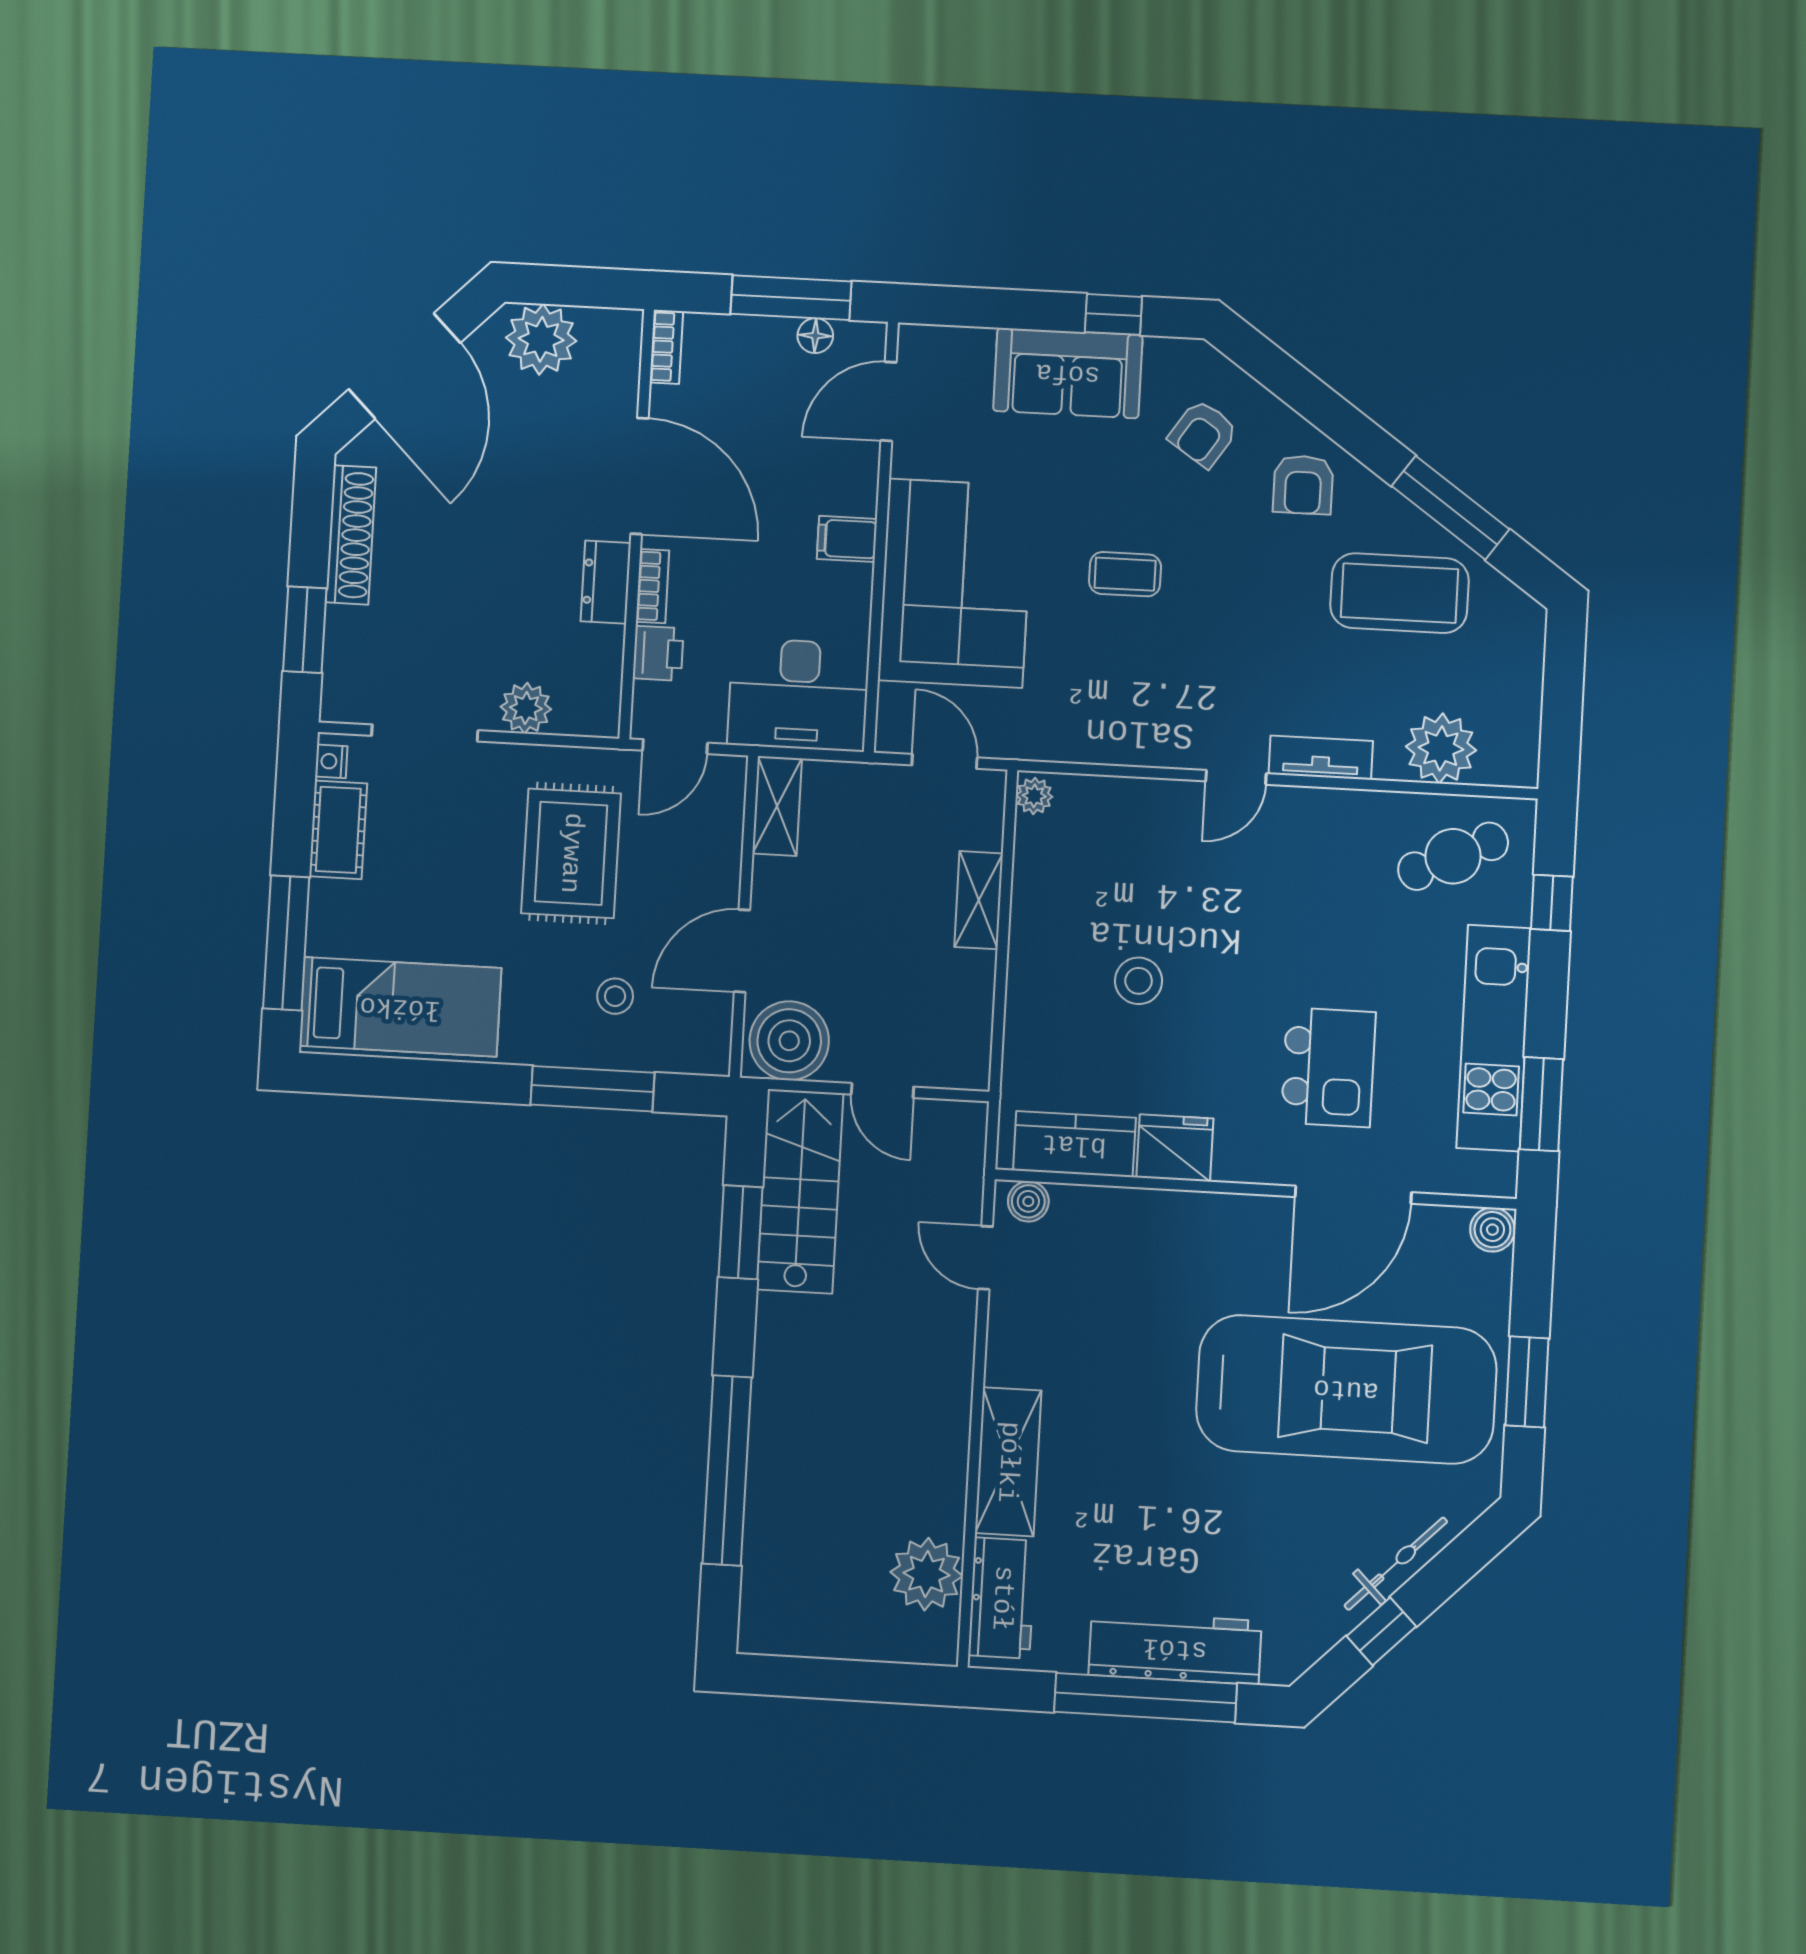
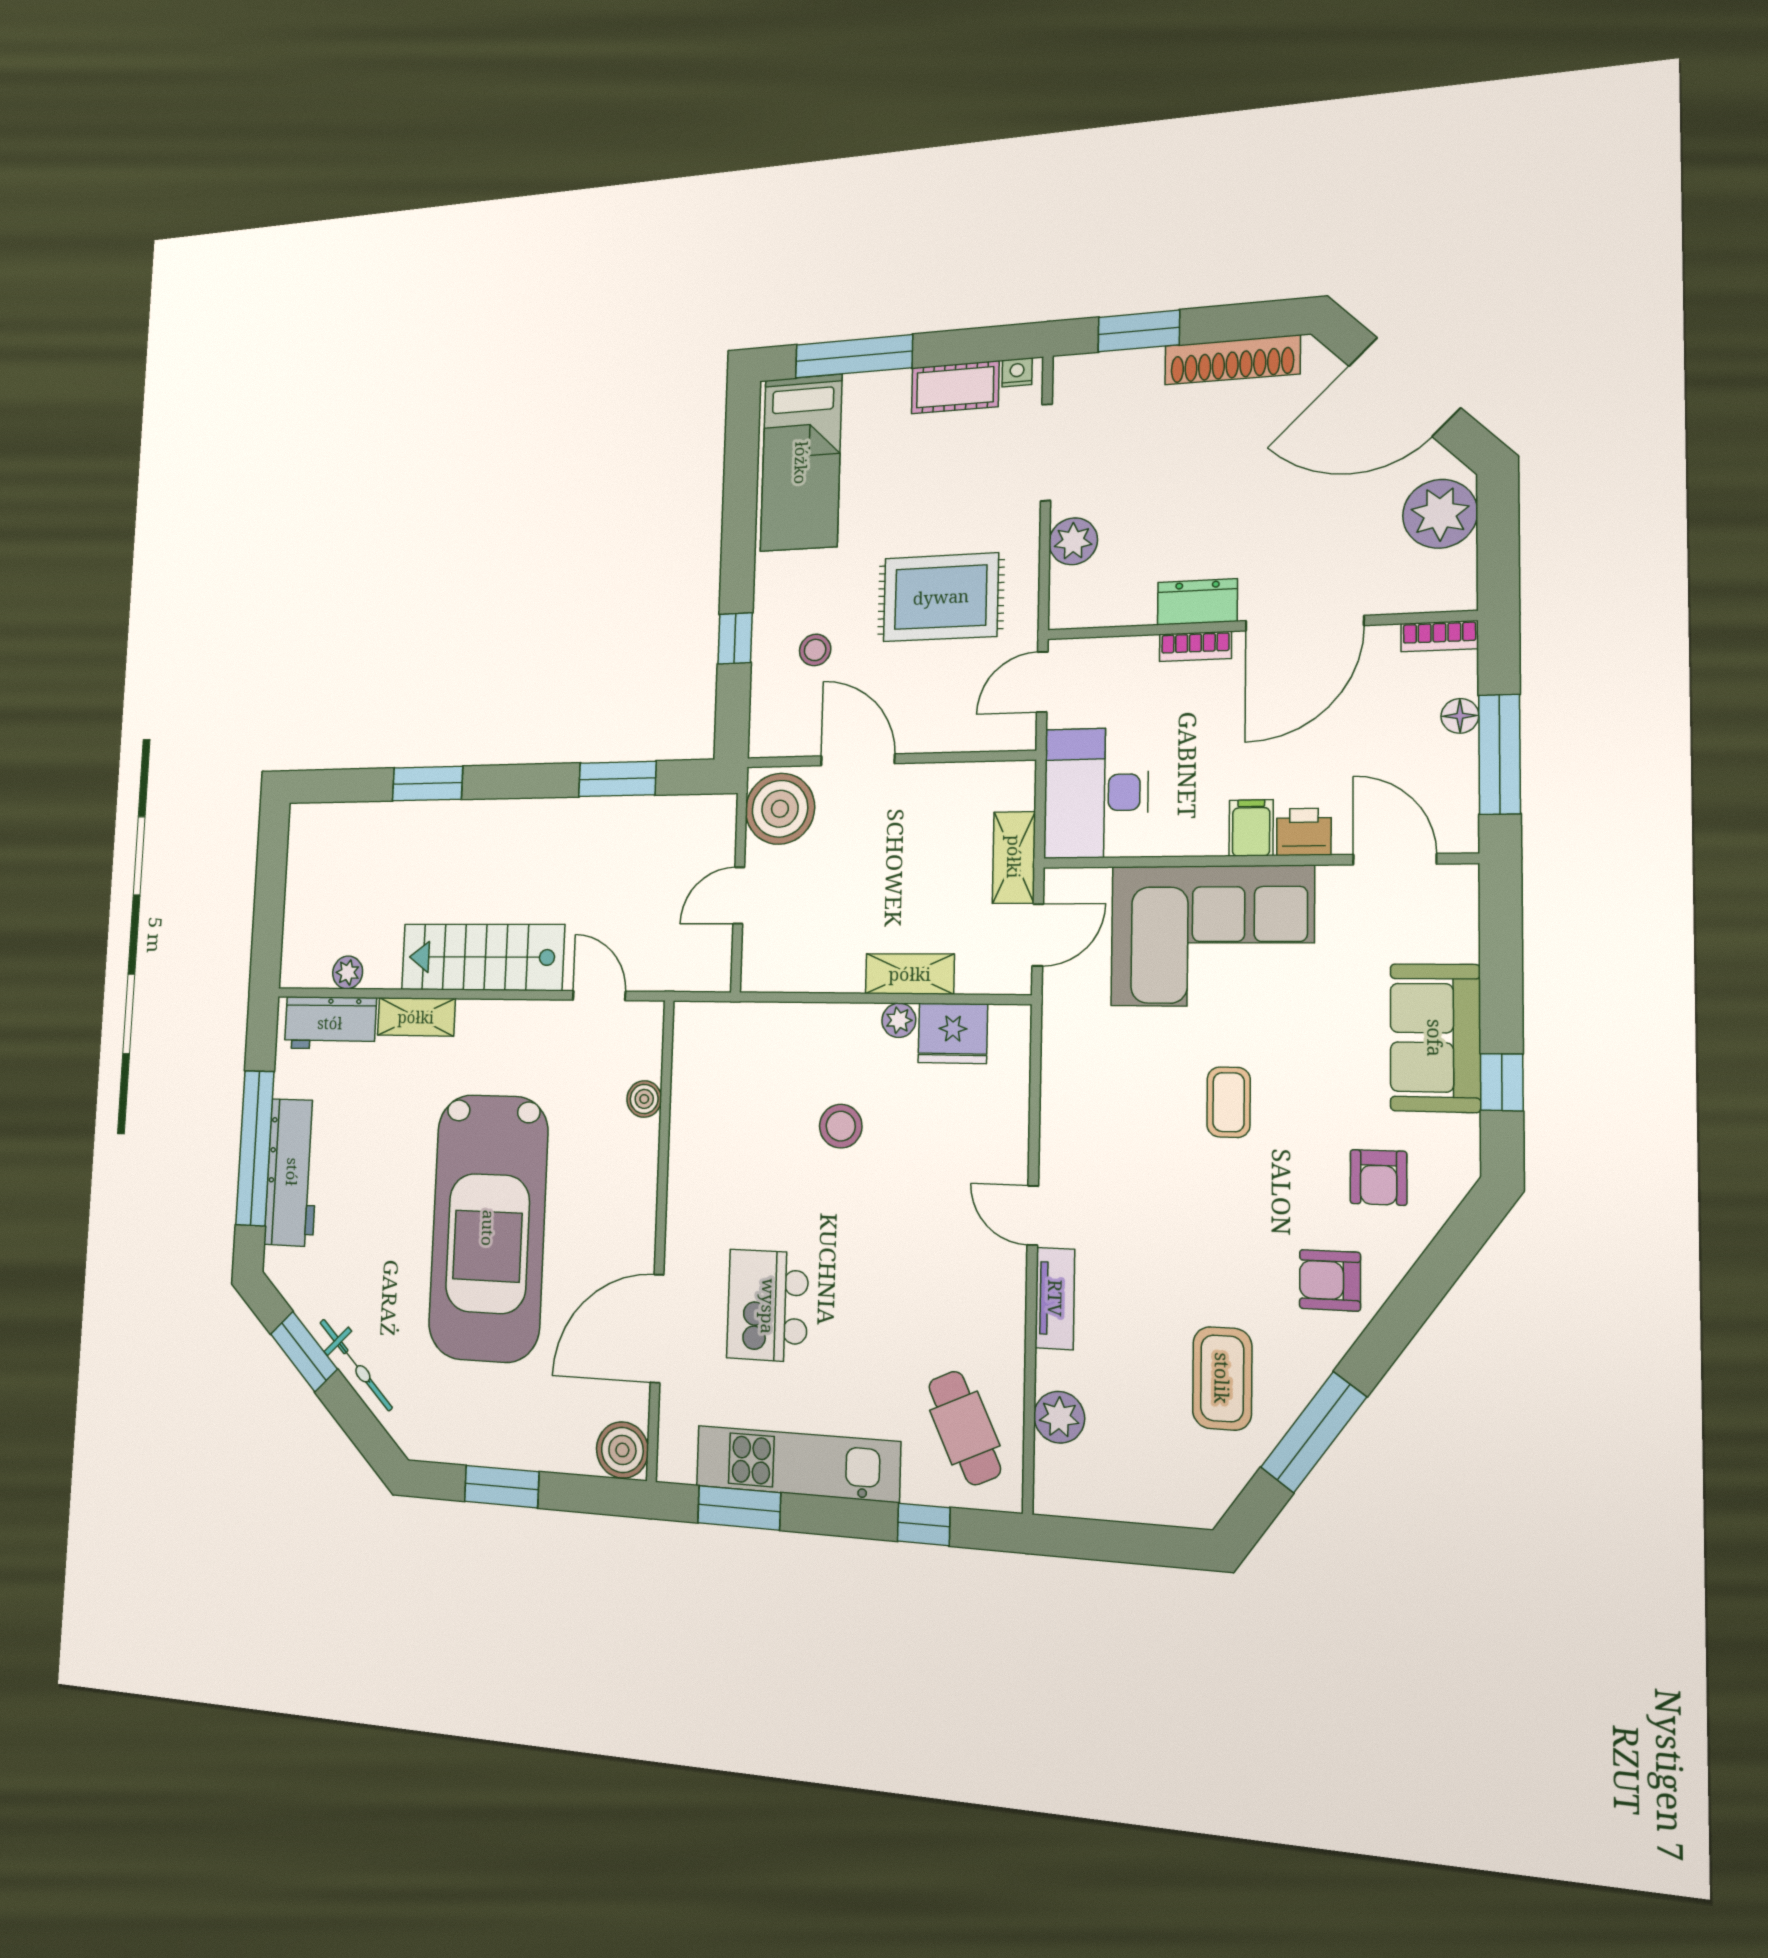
floor lamp: (815, 336) -> (1460, 716), moved
armchair: (1203, 434) -> (1379, 1177), turned -124
coffee table: (1399, 593) -> (1222, 1378), width x0.73, depth x0.76
printer: (658, 653) -> (1304, 832), moved, turned 180
door: (675, 747) -> (1042, 682), hinge flipped
plant: (1441, 748) -> (1059, 1417), width x0.73, depth x0.73
plant: (1034, 796) -> (899, 1020), moved
shelving: (777, 806) -> (1014, 857), moved, turned 90
kitchen island: (1328, 1067) -> (768, 1306), turned 90
window: (592, 1089) -> (735, 638), width x0.46
kitchen counter: (1074, 1144) -> (696, 1071), removed
fridge: (1175, 1148) -> (953, 1033), moved, turned 90
stairs: (800, 1191) -> (482, 957), moved, turned 180
door: (1353, 1195) -> (657, 1329), hinge flipped
boiler: (1028, 1201) -> (644, 1099), moved
boiler: (1492, 1230) -> (622, 1450), width x1.36, depth x1.36
door: (985, 1258) -> (599, 996), hinge flipped
car: (1346, 1389) -> (488, 1228), moved
shelving: (1008, 1462) -> (416, 1017), width x0.67, depth x0.75
window: (727, 1470) -> (428, 784), width x0.47
plant: (927, 1574) -> (348, 972), width x0.53, depth x0.53
window: (1381, 1631) -> (304, 1352), width x1.50

